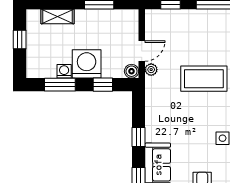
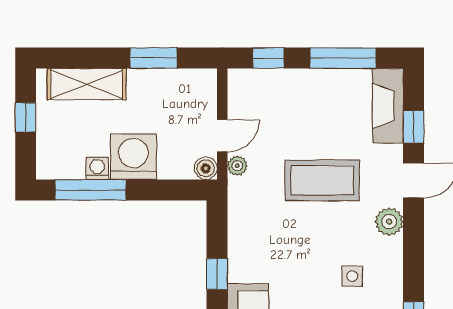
shelving: (58, 16) -> (87, 84), width x1.50, depth x1.33
window: (60, 85) -> (91, 190), width x1.44
window: (103, 85) -> (160, 190), removed

